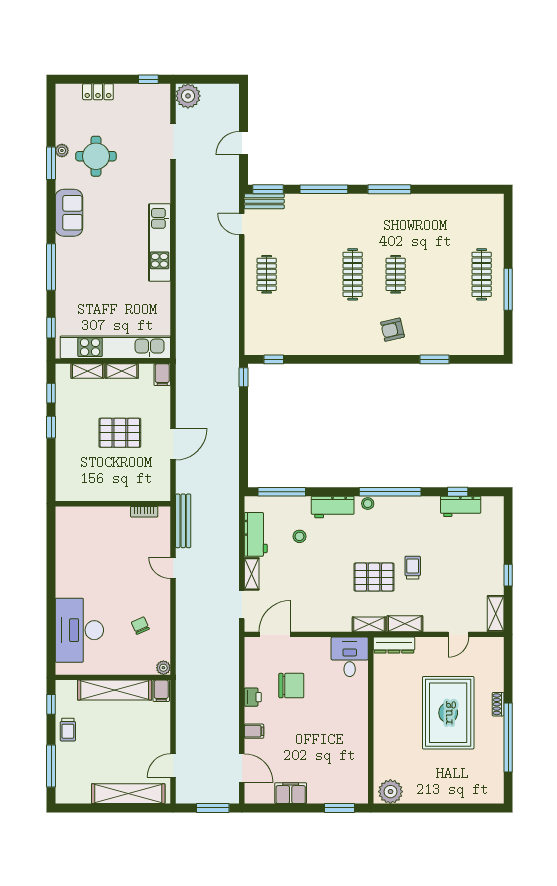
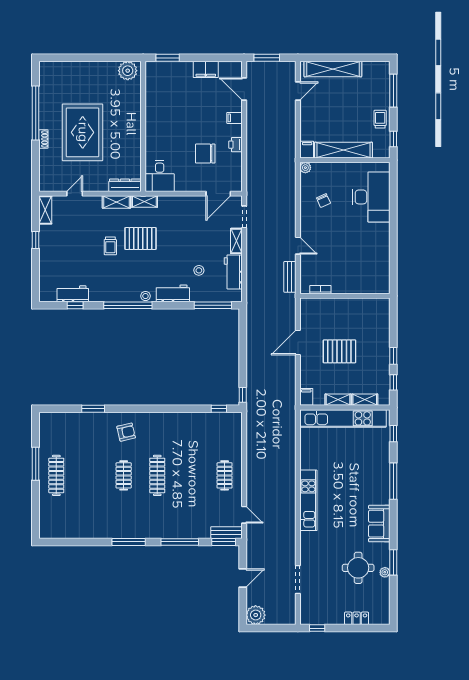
plant: (188, 96) -> (256, 615), moved
bench: (183, 521) -> (290, 277), width x0.73

